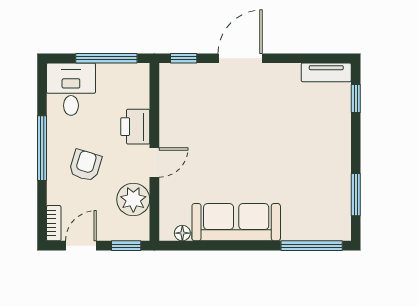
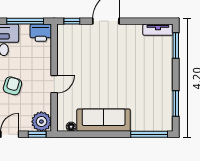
window: (356, 99) -> (176, 45), width x1.50
printer: (135, 127) -> (41, 33), moved, turned -90
plant: (133, 199) -> (41, 122), moved

